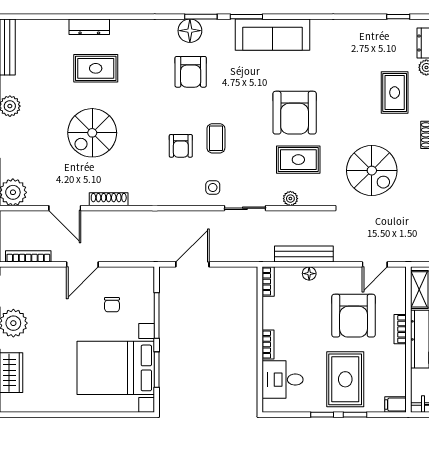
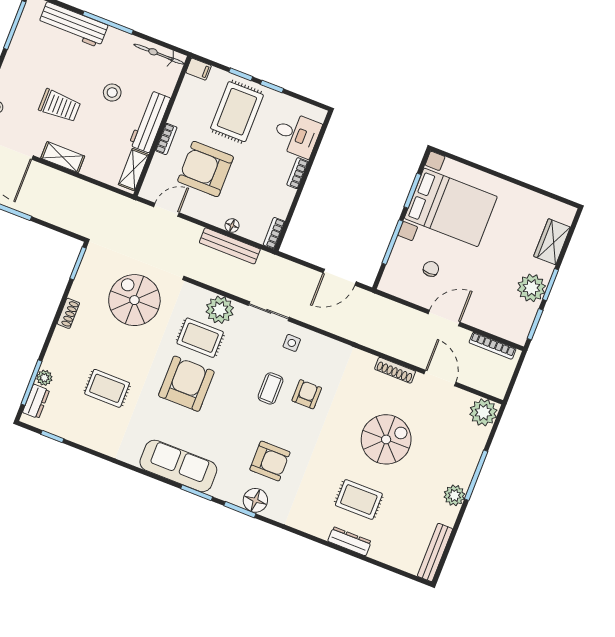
armchair: (191, 72) -> (270, 461), turned 90
rug: (395, 93) -> (107, 388), moved, turned 90
plant: (290, 199) -> (220, 310), width x1.88, depth x1.88
armchair: (354, 316) -> (206, 169), turned -90

